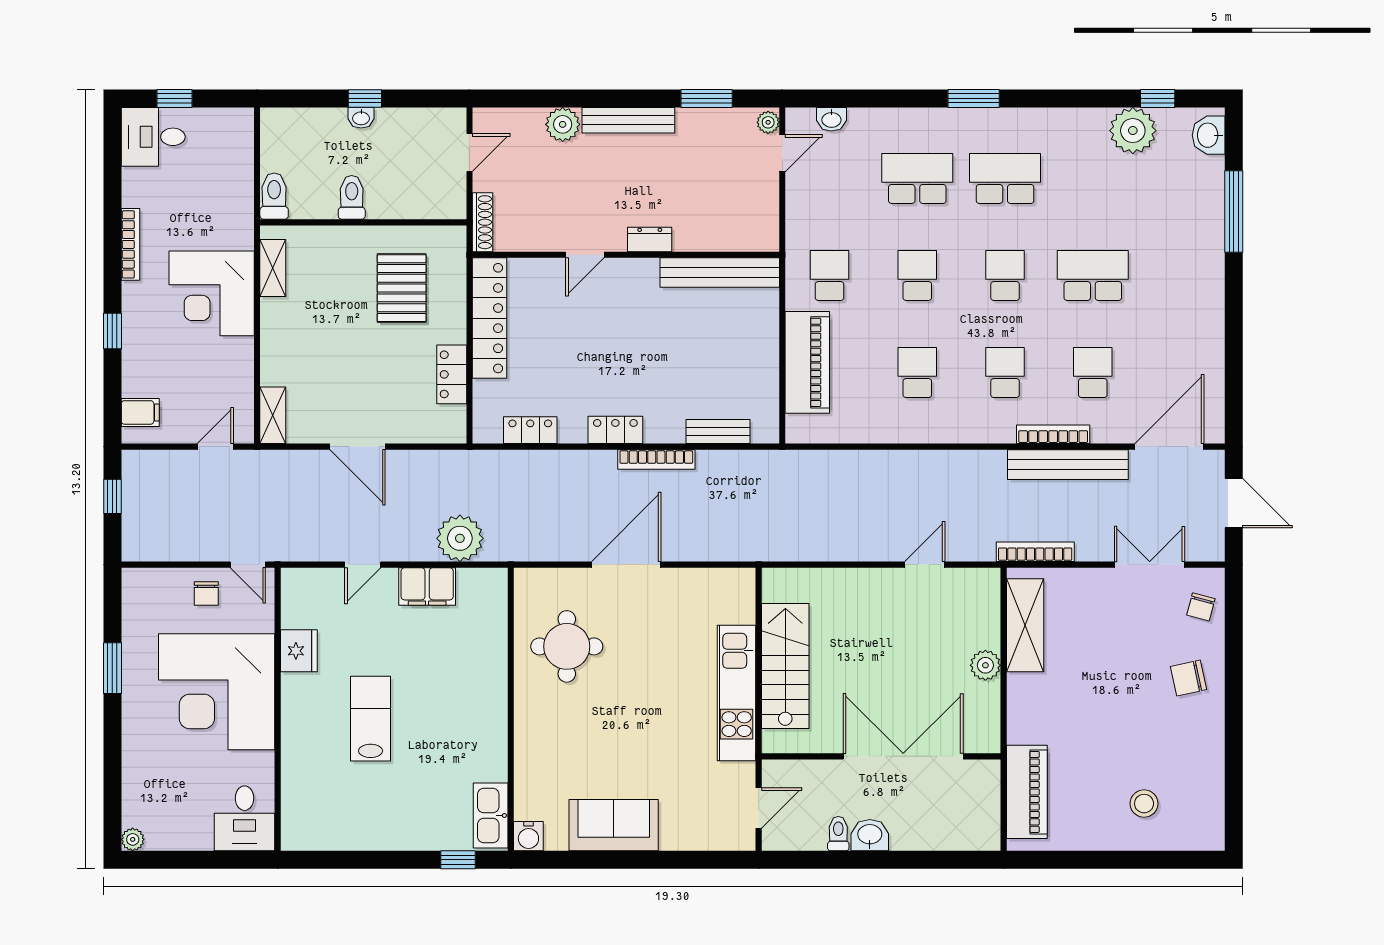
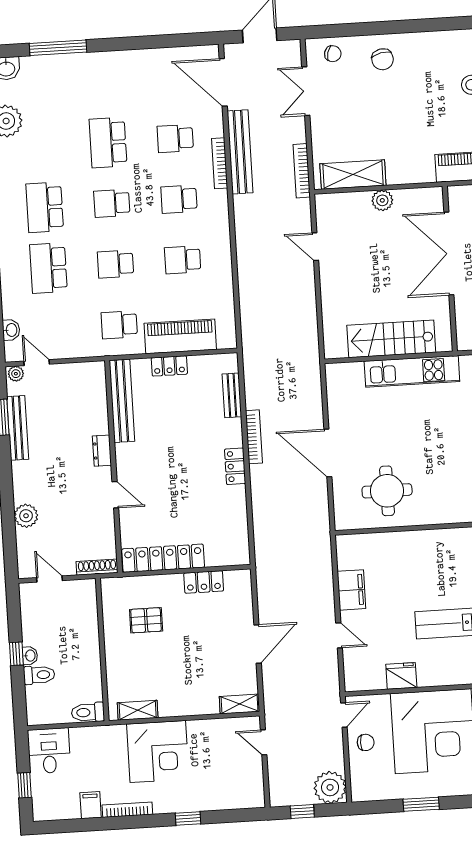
bench: (628, 120) -> (18, 428), moved
desk: (153, 137) -> (49, 751), moved, turned 180
toilet: (352, 197) -> (39, 675), moved, turned 180
pallet: (402, 288) -> (146, 620), width x0.67, depth x0.71
filing cabinet: (140, 412) -> (91, 805), moved
locker: (530, 430) -> (169, 366), moved, turned -90
plant: (460, 538) -> (330, 787), moved

